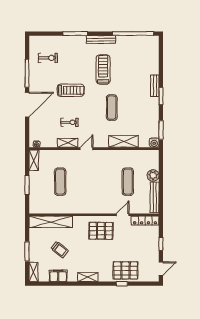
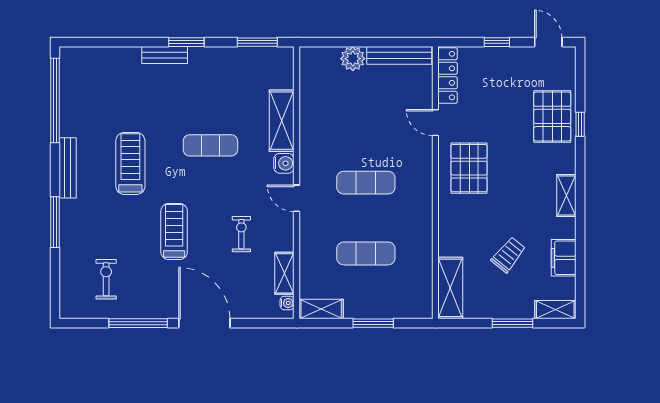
treadmill: (103, 69) -> (130, 163), turned 90
shelving: (68, 143) -> (284, 273), moved
water cooler: (154, 143) -> (284, 163), moved
exercise mat: (128, 182) -> (366, 183), moved
shelving: (51, 222) -> (450, 288), width x0.68

